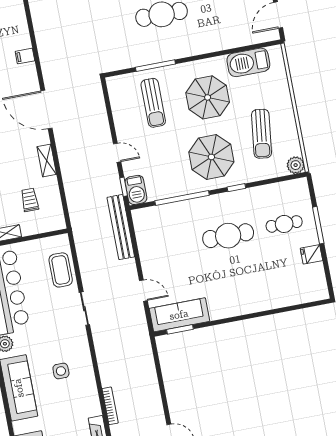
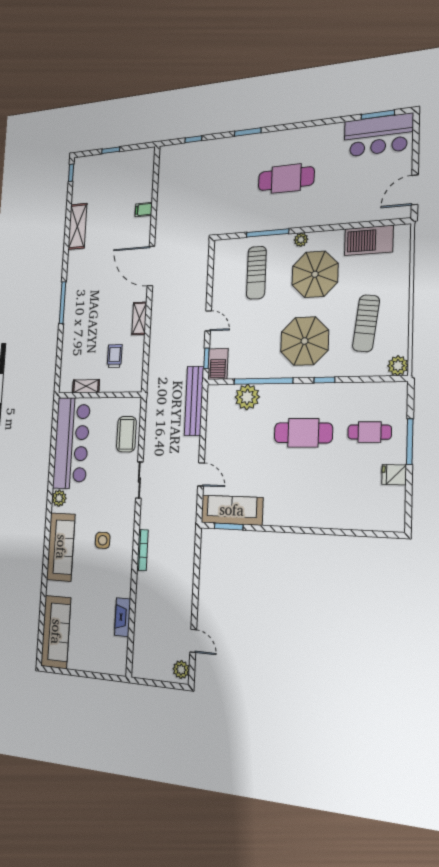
plant: (188, 68) -> (301, 240), added
plant: (171, 214) -> (247, 397), added
bookcase: (110, 406) -> (142, 550), moved

